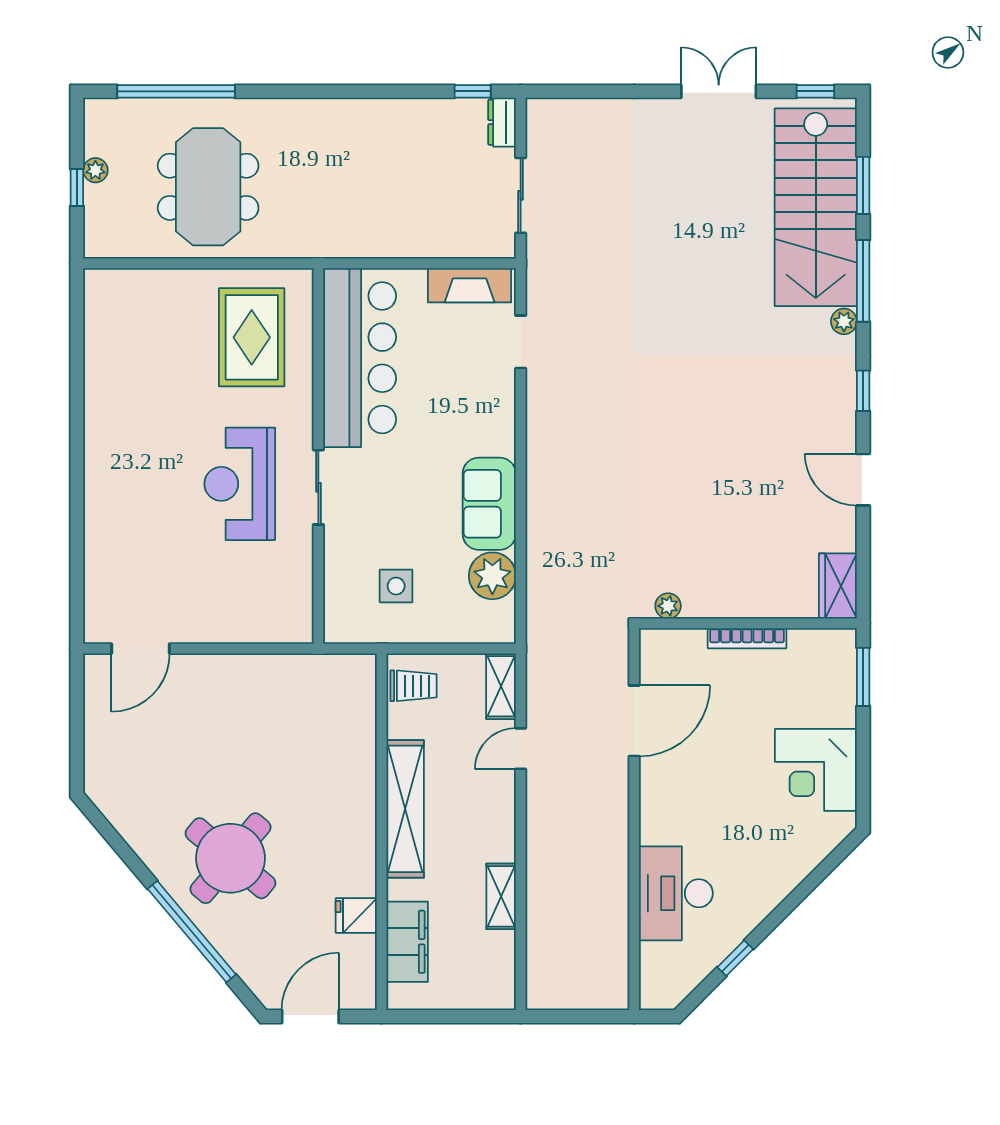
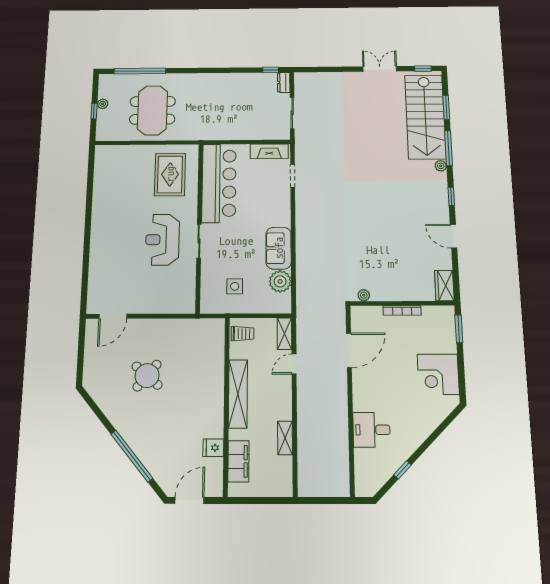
round table: (230, 858) -> (147, 376), moved, width x0.73, depth x0.73
desk: (676, 893) -> (371, 430), width x0.73

